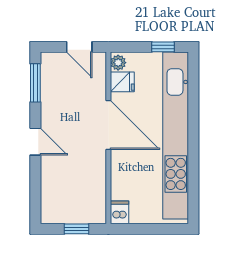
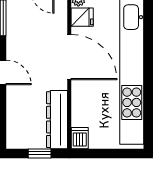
dresser: (95, 192) -> (57, 120), added

